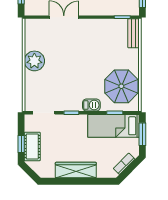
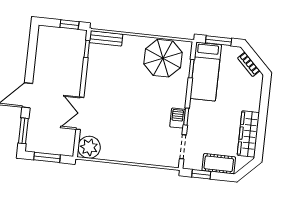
plant: (34, 61) -> (89, 147), moved
barbecue: (91, 105) -> (177, 118), moved
window: (21, 144) -> (201, 174), moved
wardrobe: (76, 170) -> (248, 134), moved

